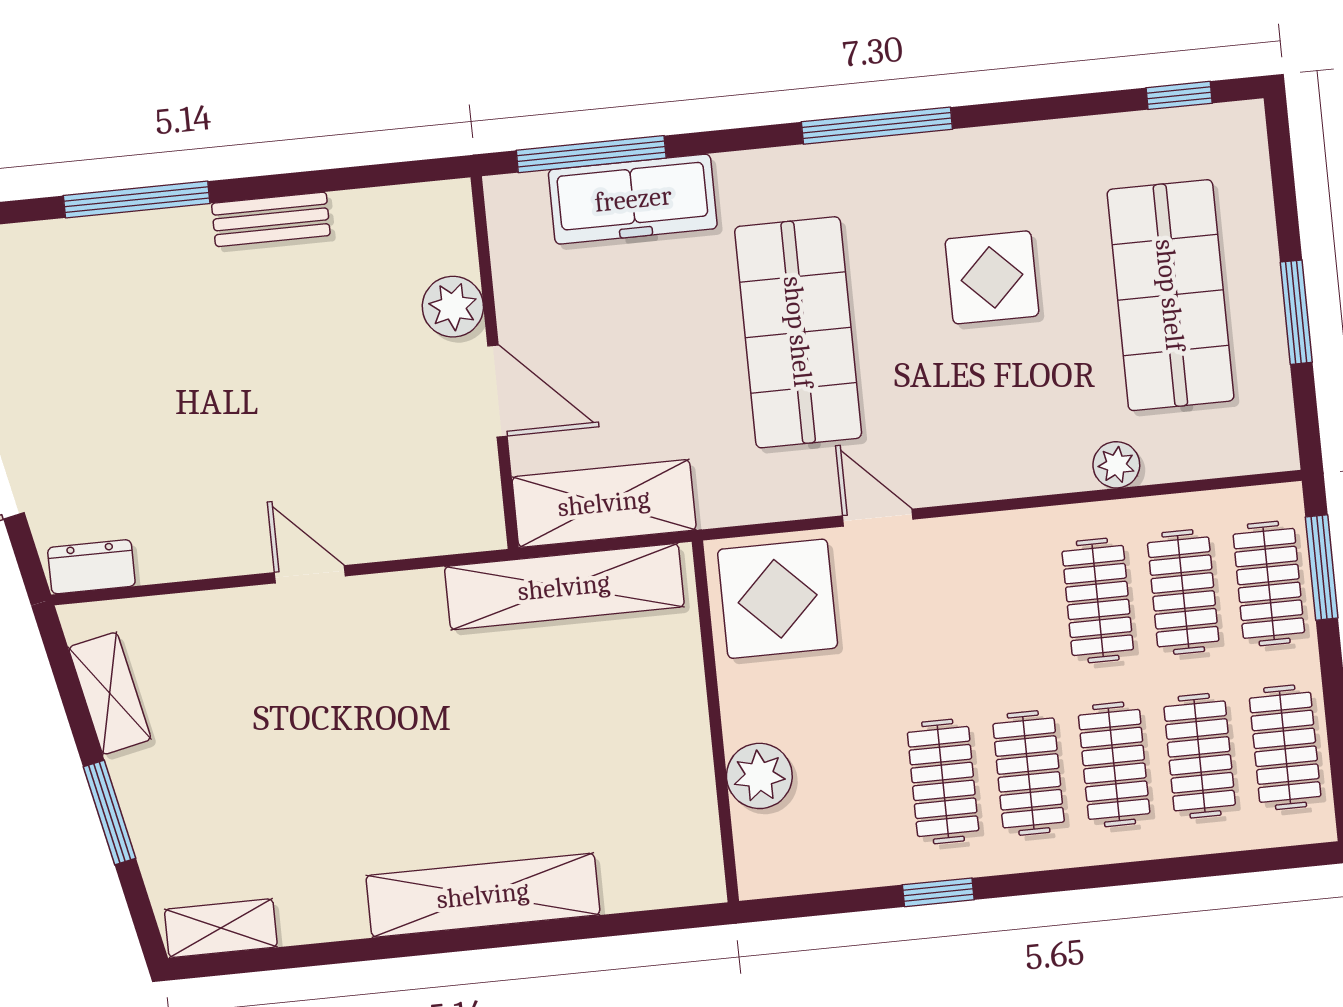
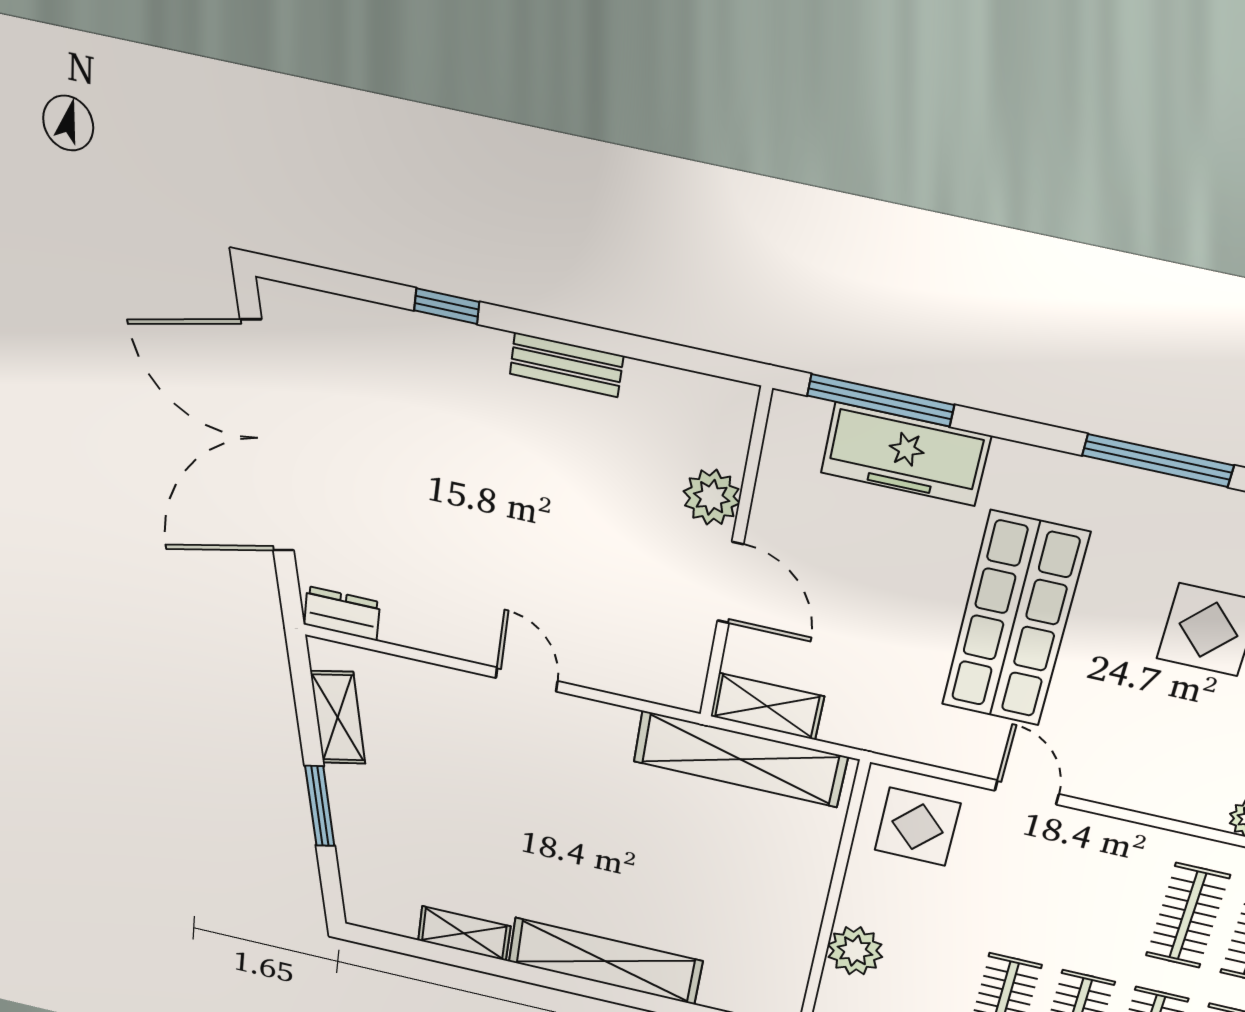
window: (137, 200) -> (447, 306), width x0.46
shelving: (604, 503) -> (767, 706), width x0.67, depth x0.75
display table: (778, 599) -> (917, 827), width x0.73, depth x0.73
shelving: (221, 928) -> (464, 933), moved

